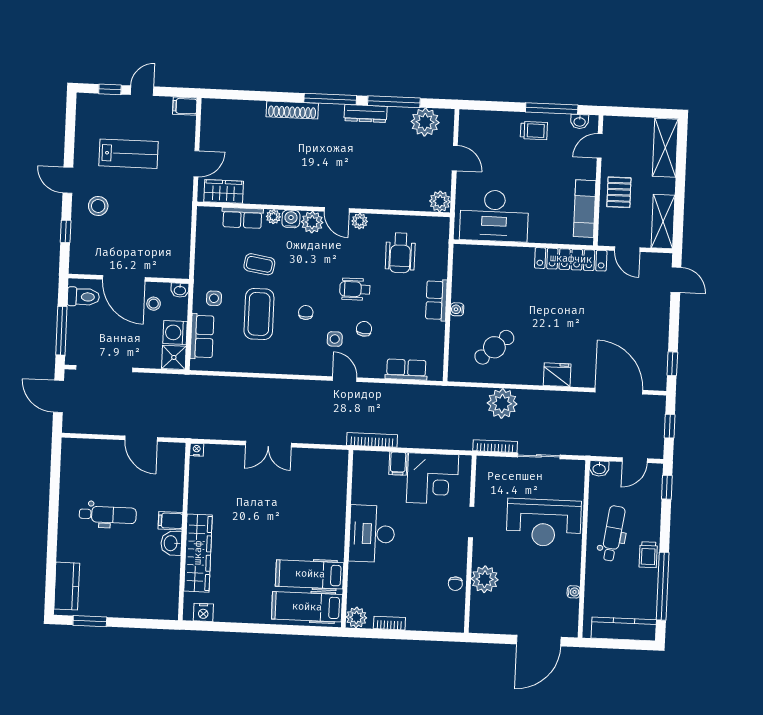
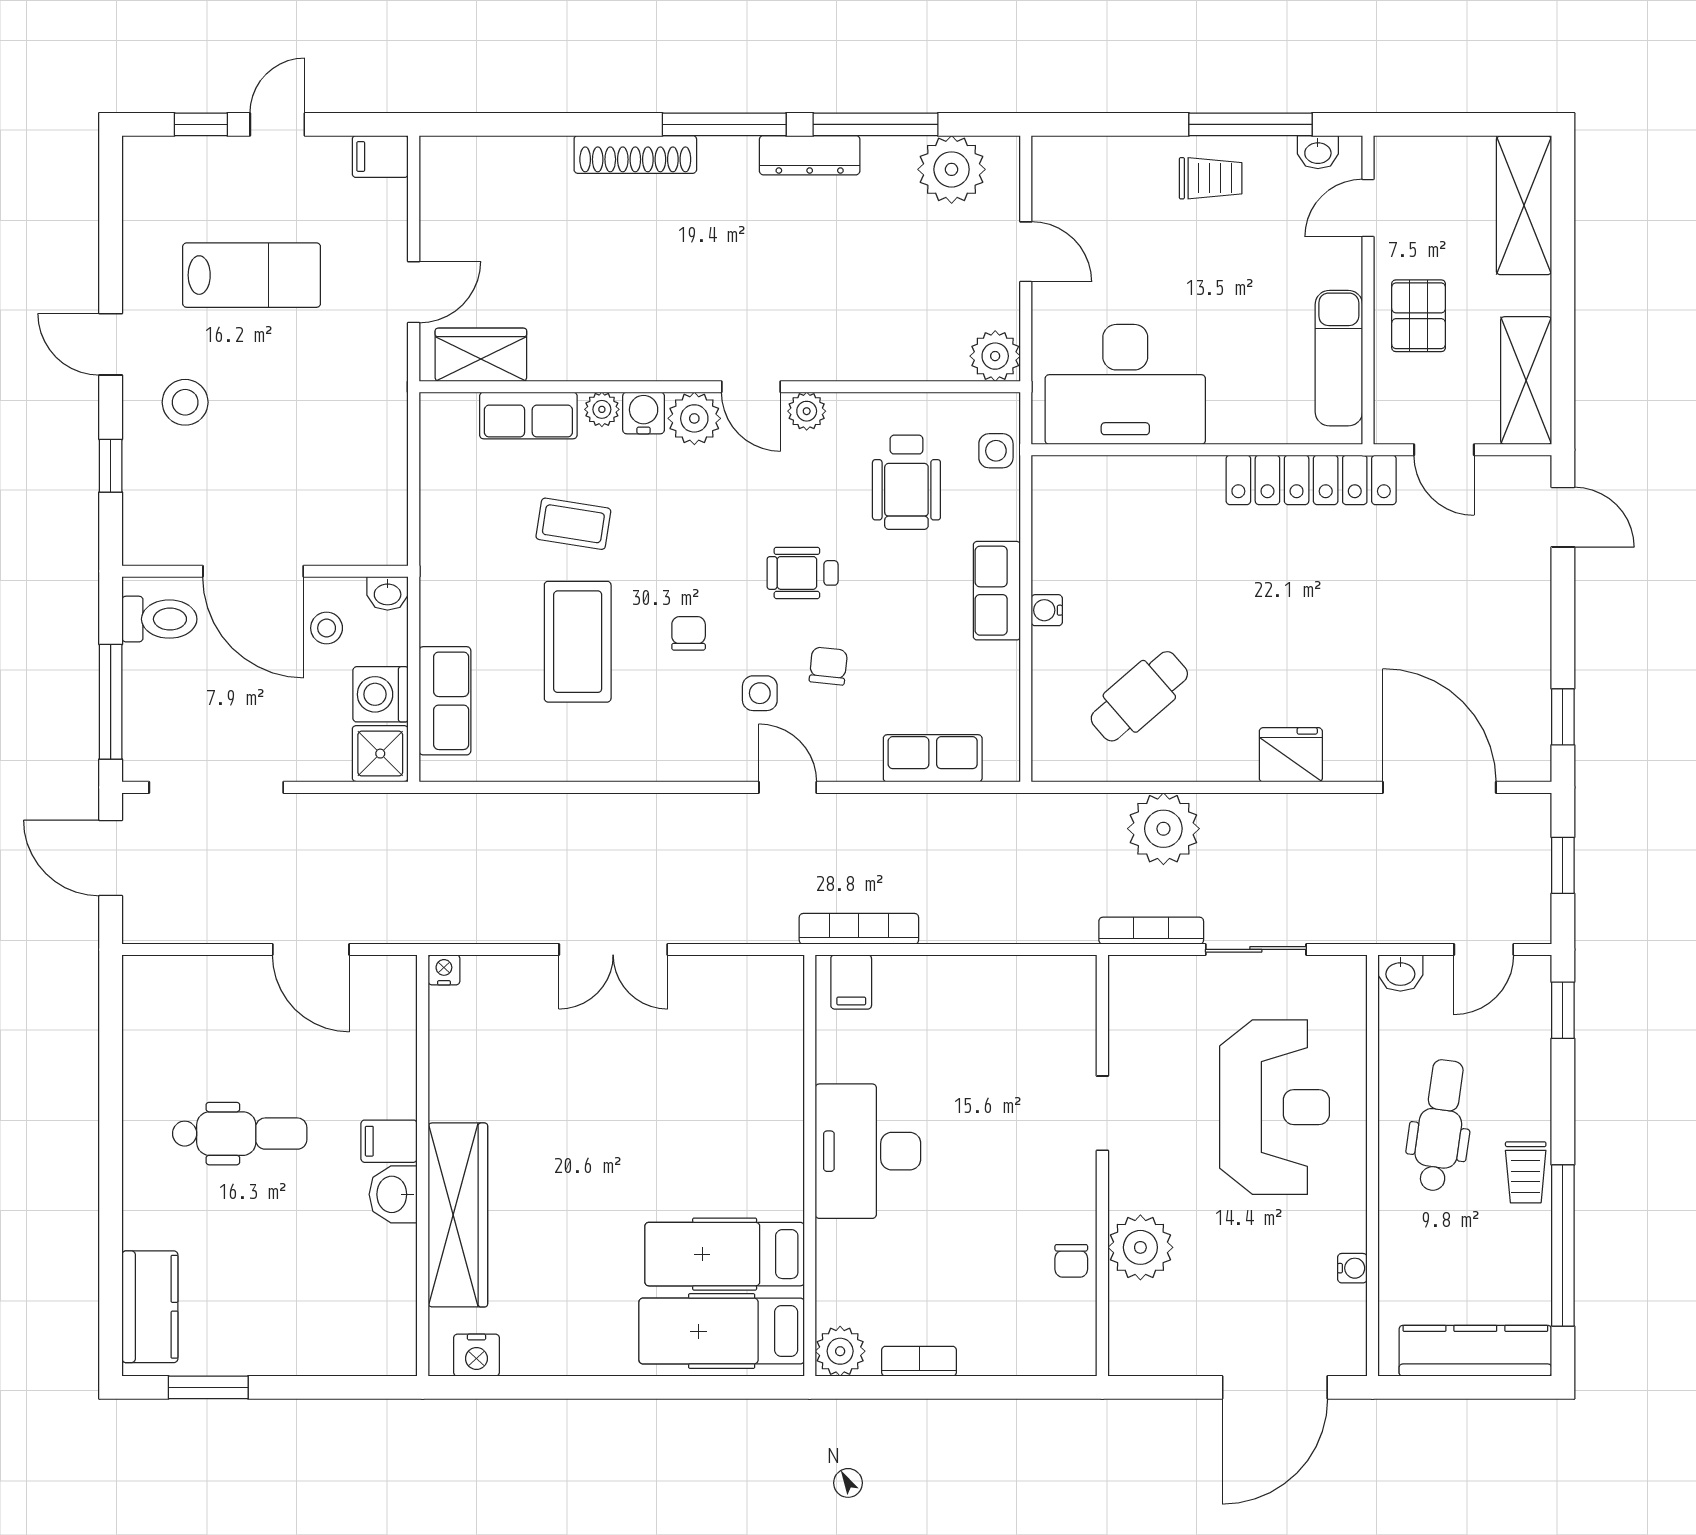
side table: (214, 298) -> (996, 451), moved
filing cabinet: (398, 464) -> (851, 982), moved
corner desk: (433, 479) -> (1006, 1014), removed
reception desk: (544, 523) -> (1274, 1107), turned -90

